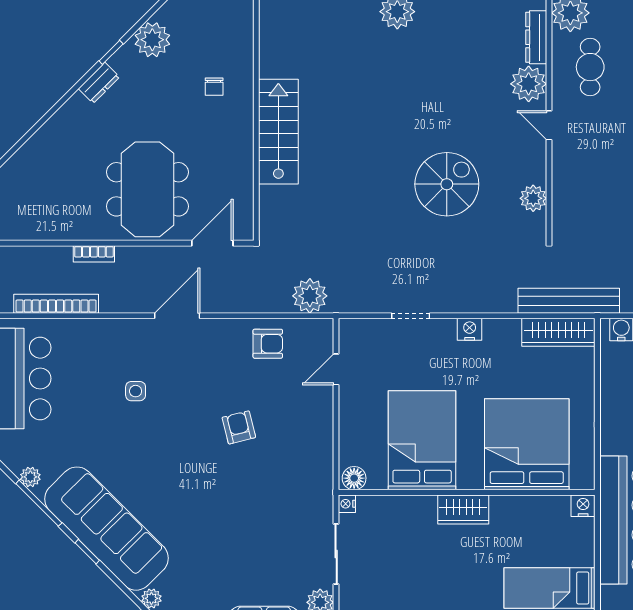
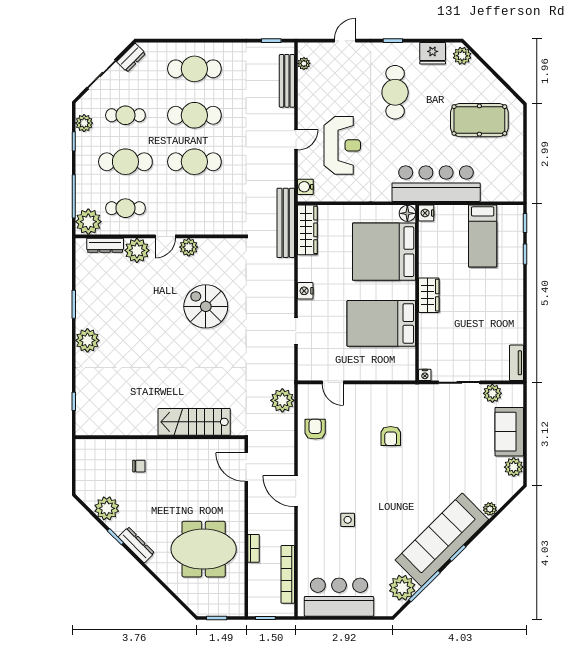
dresser: (99, 83) -> (136, 545), width x1.44
stairs: (278, 132) -> (194, 422), moved
meeting table: (147, 189) -> (204, 549), moved
plant: (533, 198) -> (189, 247), moved
armchair: (239, 427) -> (391, 436), moved, turned -76
plant: (30, 477) -> (402, 588), width x1.87, depth x1.87
floor lamp: (354, 478) -> (407, 213), moved

